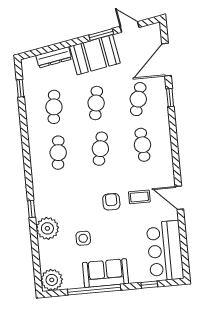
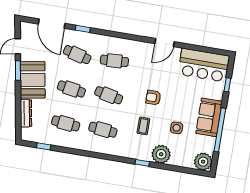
coffee table: (139, 197) -> (143, 126), moved

